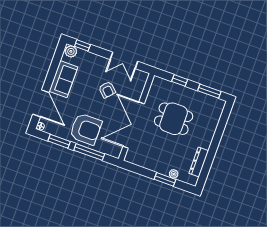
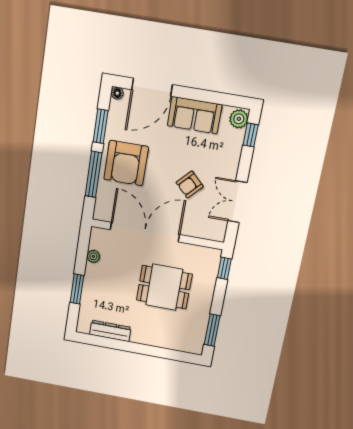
window: (180, 80) -> (224, 268), moved
dining table: (174, 119) -> (164, 287), turned 90
plant: (174, 174) -> (93, 256), moved

